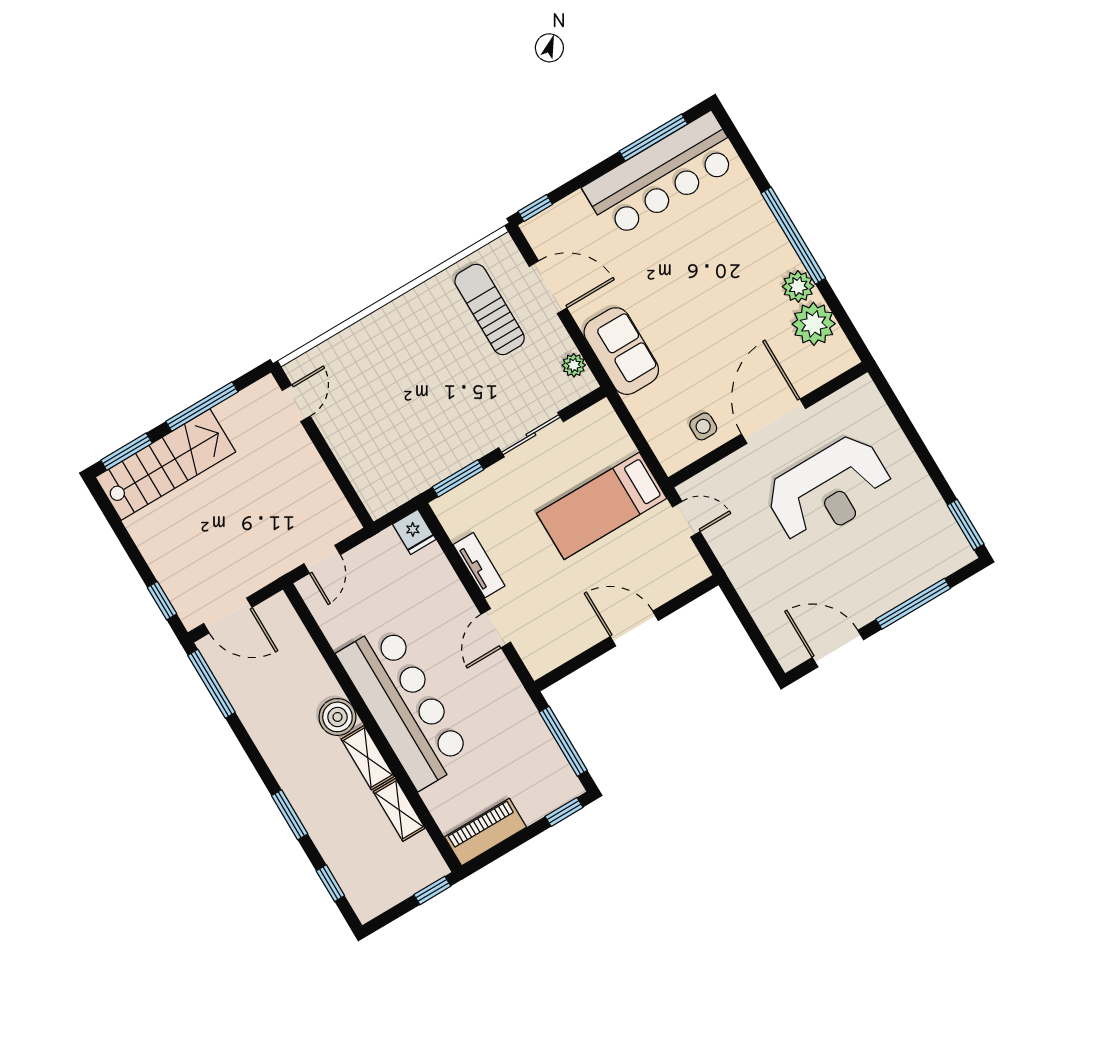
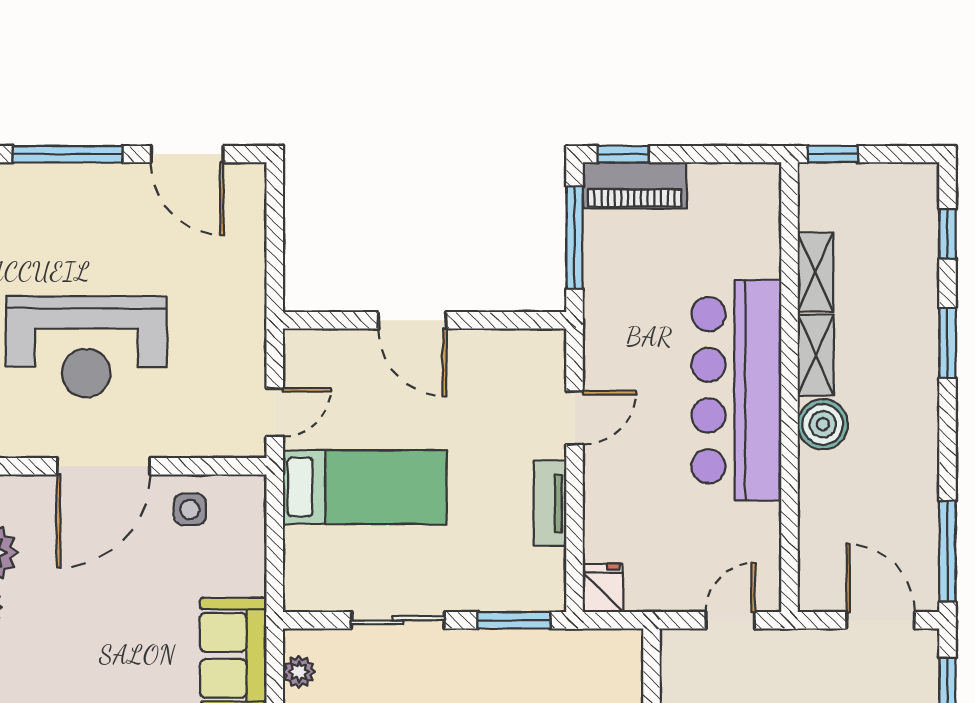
reception desk: (829, 490) -> (86, 347), turned 180
door: (686, 519) -> (275, 412), swing flipped
piano: (486, 832) -> (635, 185), moved

